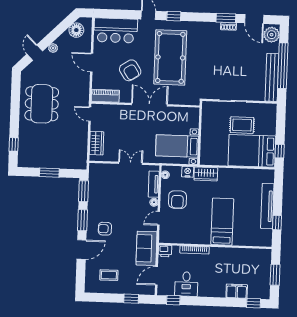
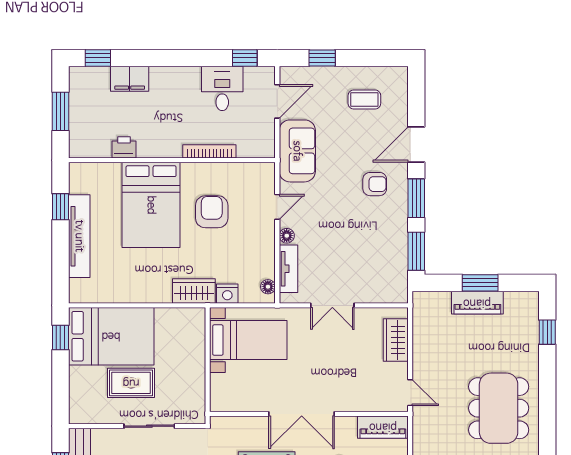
piano: (51, 162) -> (477, 303), added
armchair: (177, 200) -> (212, 212), moved
bed: (222, 222) -> (151, 205), width x1.50
printer: (165, 251) -> (124, 147), moved

